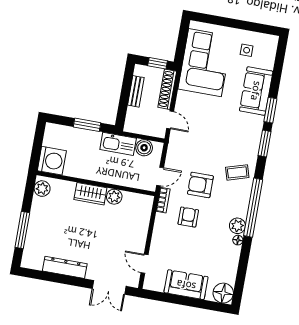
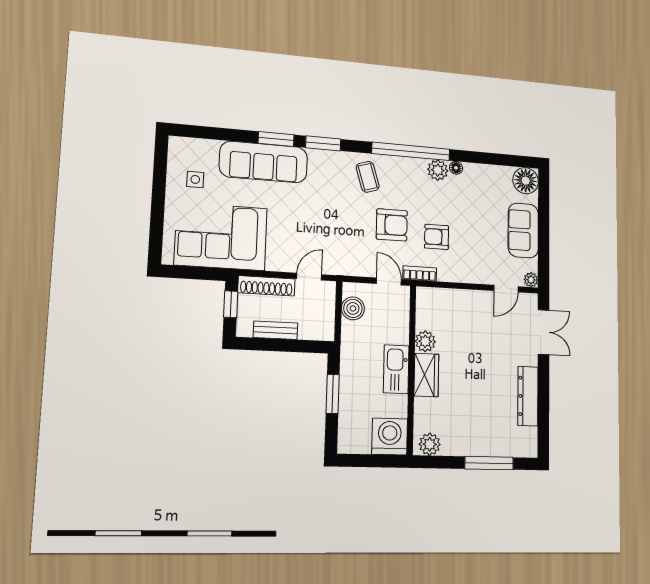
sofa: (256, 91) -> (264, 162), width x1.36
kitchen sink: (118, 144) -> (396, 369), moved, turned 180
armchair: (200, 185) -> (392, 225), turned -90
plant: (149, 284) -> (531, 280), added

